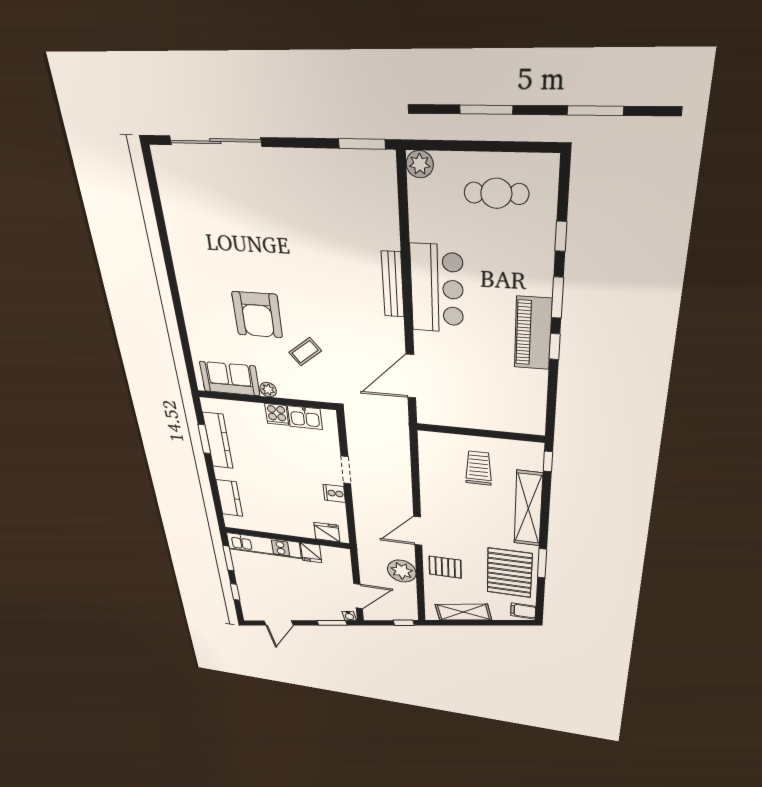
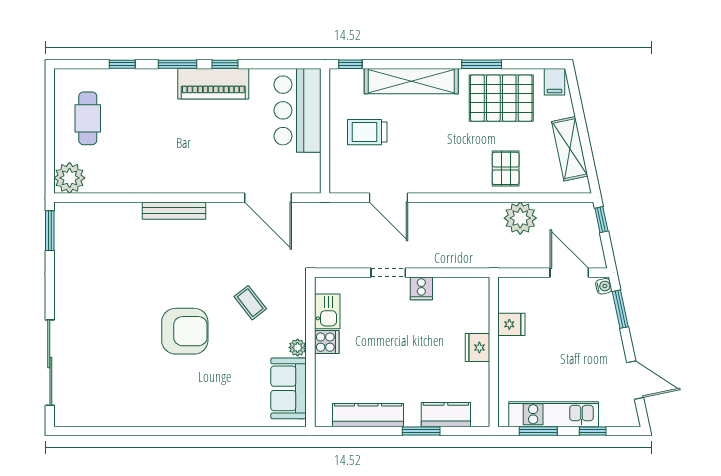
plant: (420, 164) -> (70, 178), width x1.36, depth x1.36
bar counter: (437, 289) -> (297, 110), moved, turned -90
armchair: (257, 315) -> (185, 331), moved
window: (204, 439) -> (421, 431), moved
door: (418, 531) -> (388, 198), moved
fridge: (327, 532) -> (477, 348), moved
kitchen unit: (264, 546) -> (554, 414), moved, turned -90

